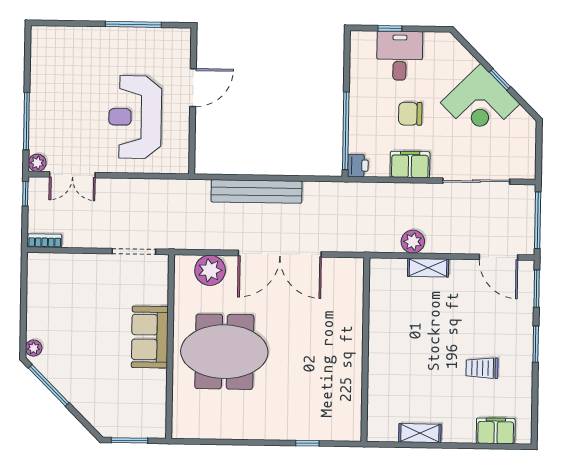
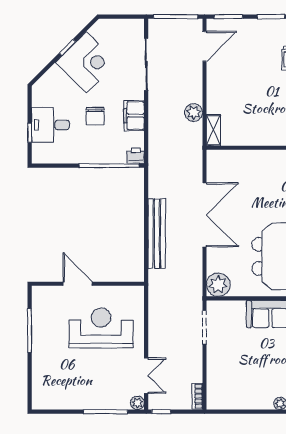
reception desk: (135, 117) -> (101, 328), turned 180
shelving: (428, 268) -> (213, 130), moved
plant: (210, 270) -> (218, 285), moved

